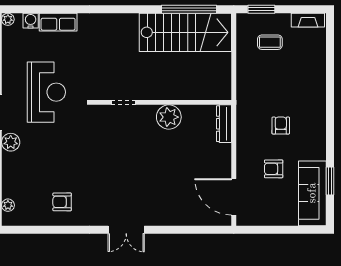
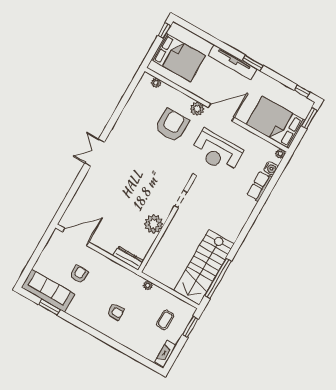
plant: (242, 84) -> (148, 285), added
armchair: (281, 126) -> (116, 312), moved
armchair: (62, 202) -> (172, 125), moved, width x1.88, depth x1.88

